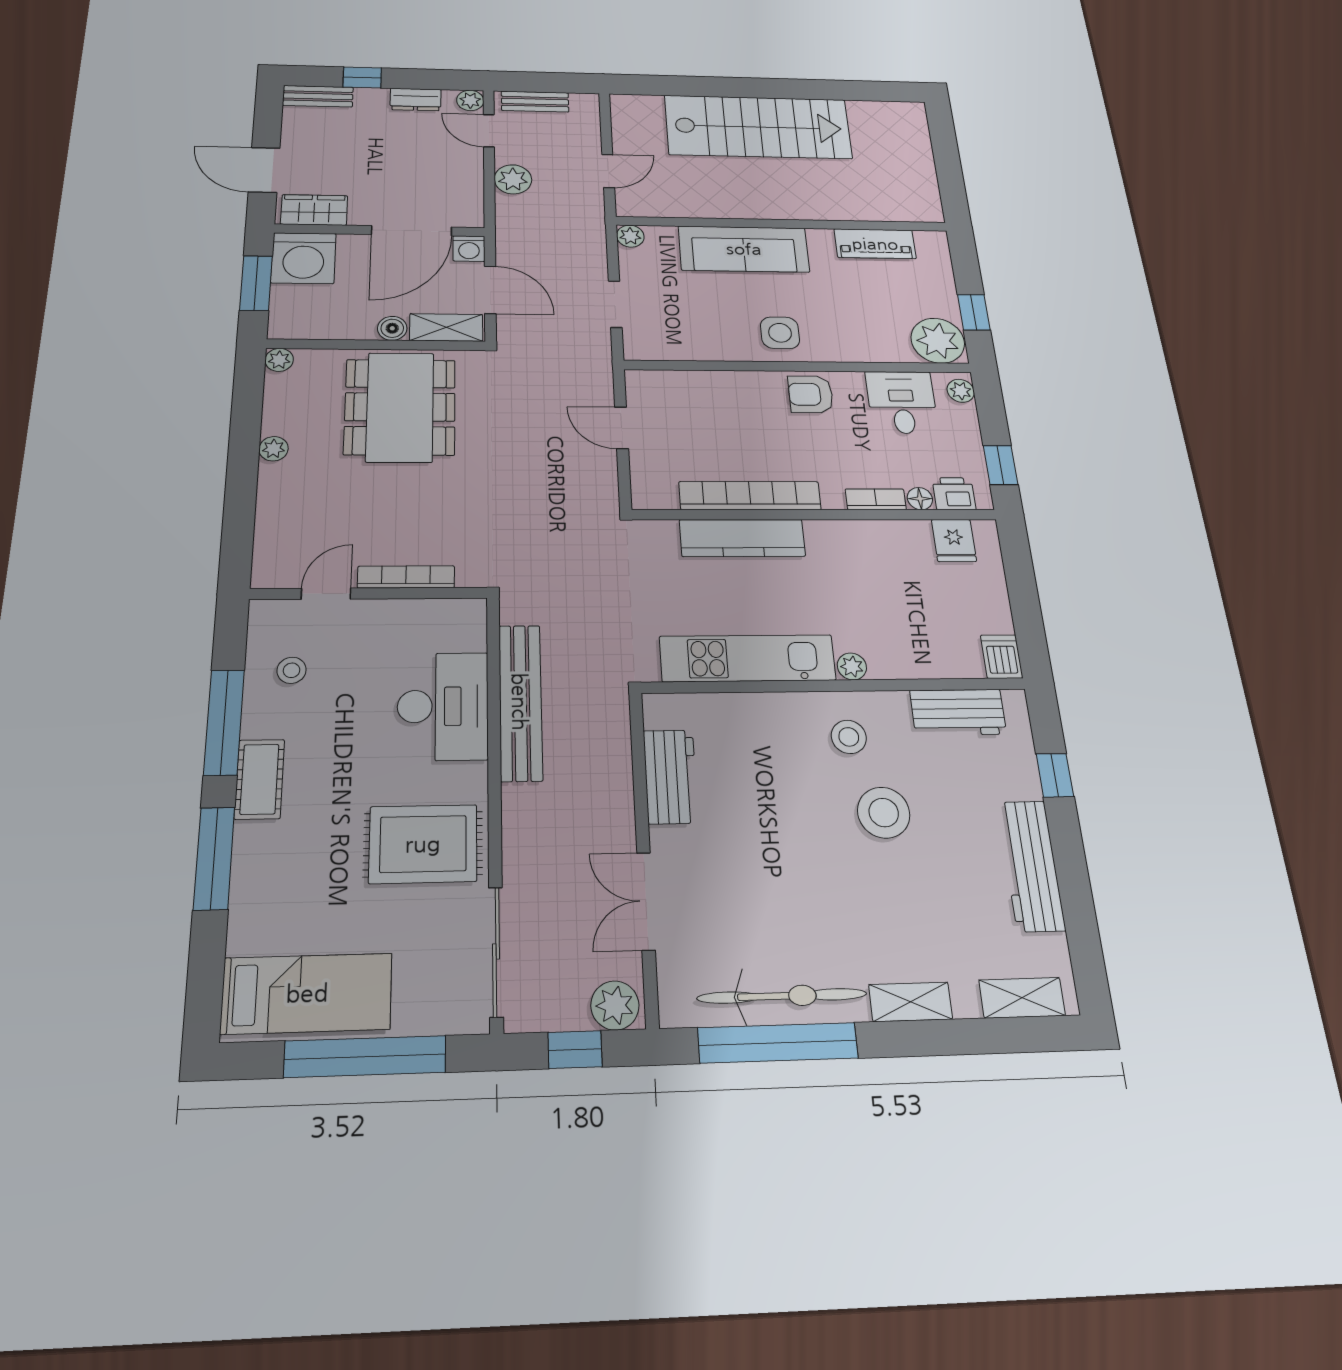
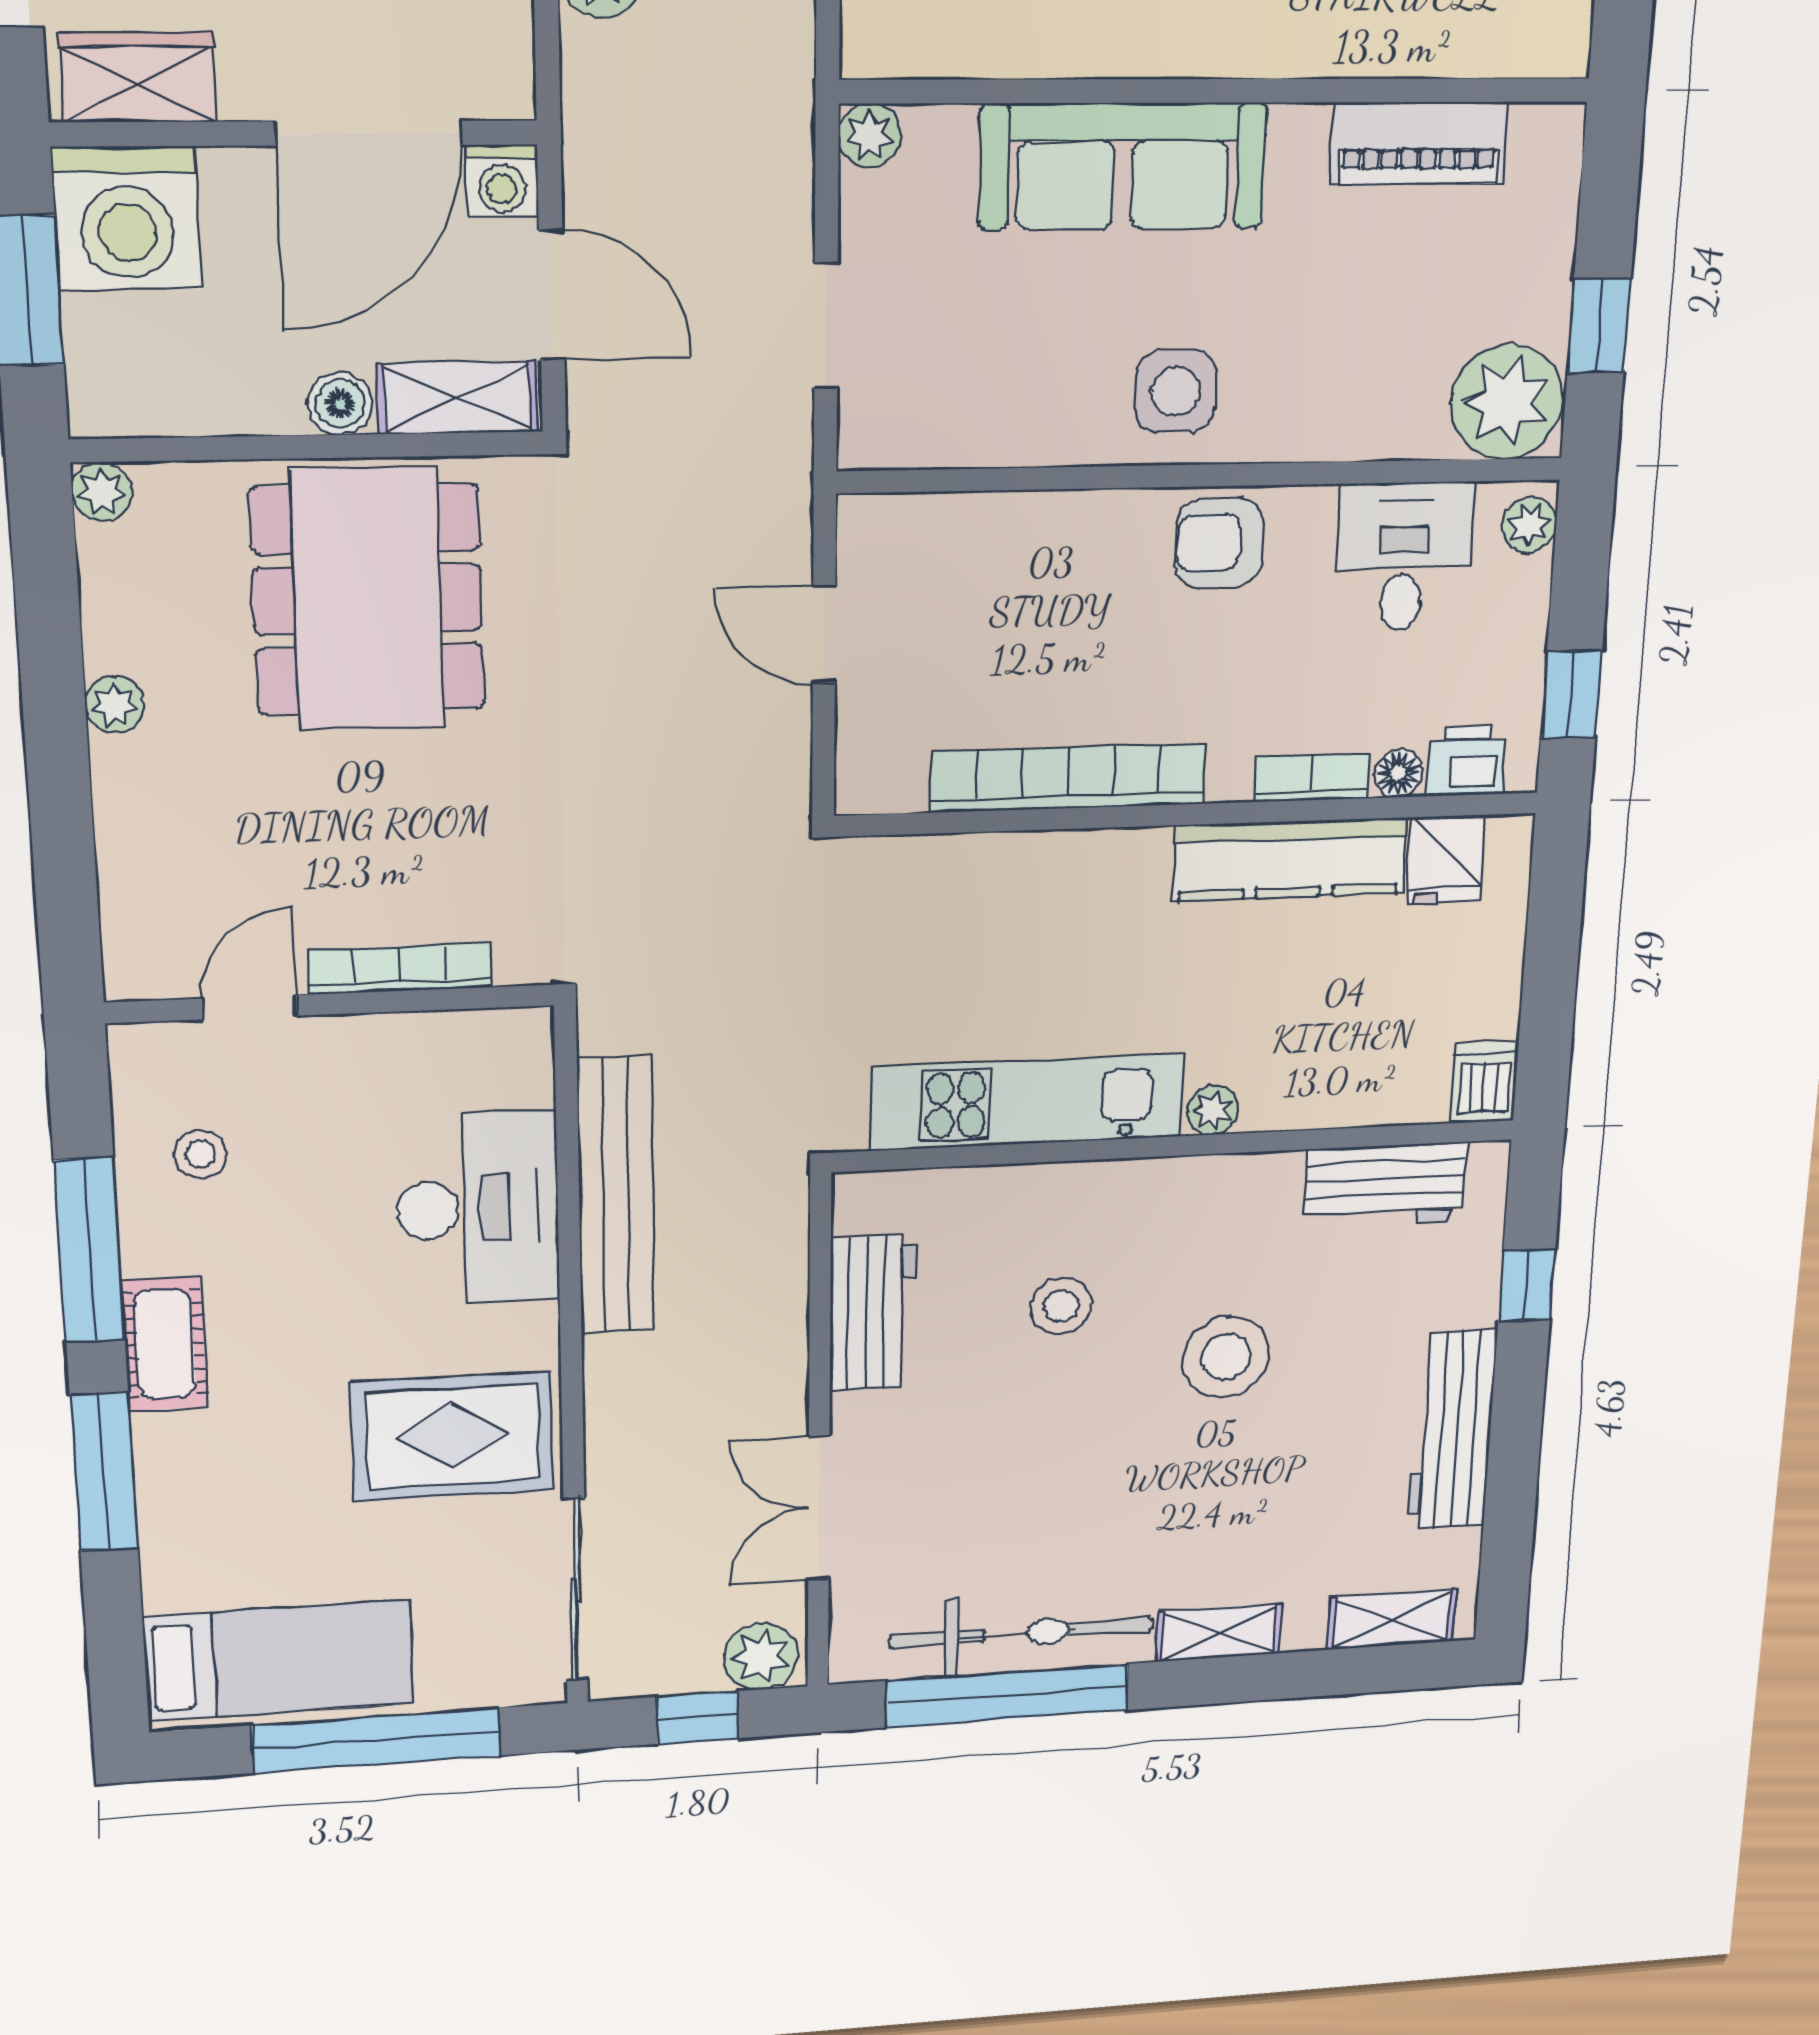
kitchen counter: (742, 538) -> (1290, 859), moved
stool: (849, 737) -> (1061, 1306), moved

